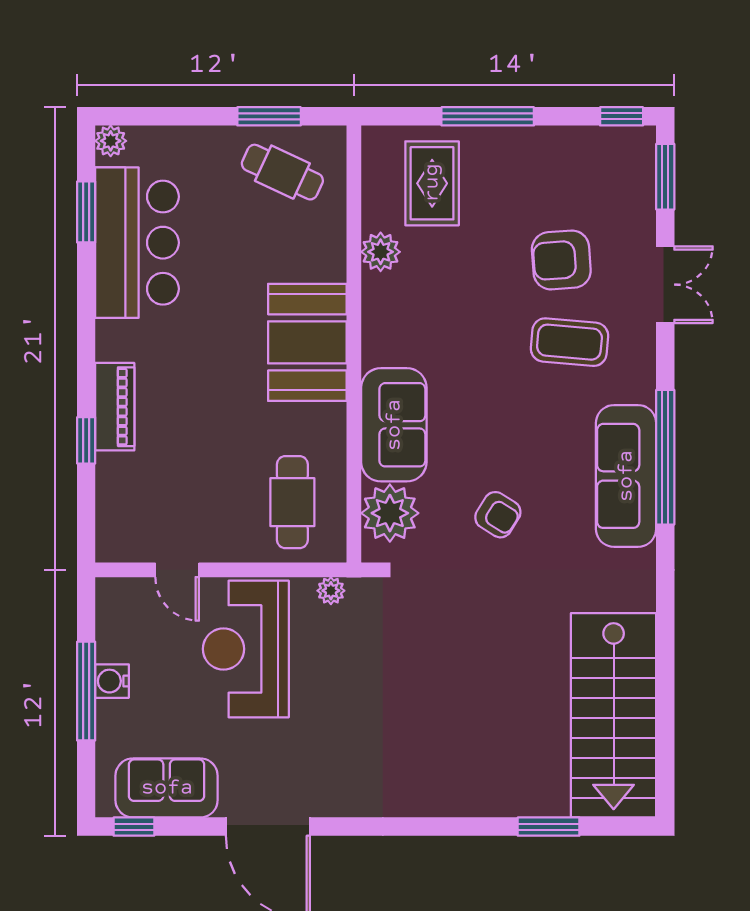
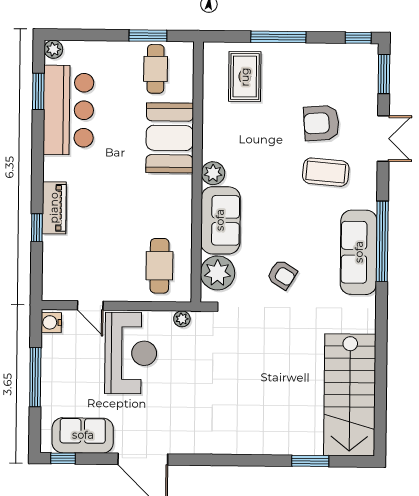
cafe table: (282, 172) -> (156, 69), turned 65
plant: (381, 252) -> (213, 173), moved
booth: (307, 342) -> (170, 138), moved
reception desk: (246, 649) -> (131, 353), turned 180
water cooler: (112, 681) -> (51, 322), moved

